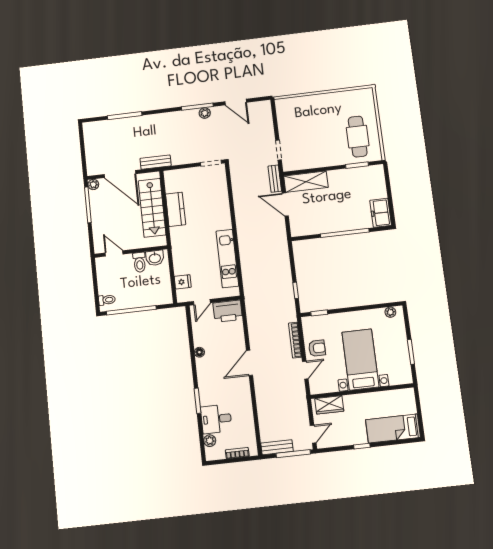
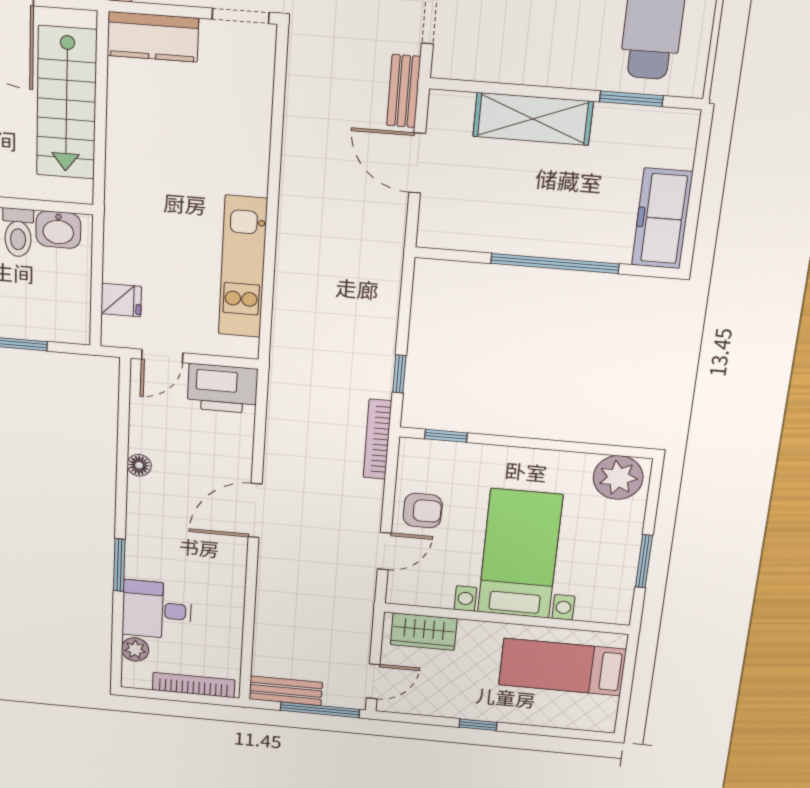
shelving: (306, 182) -> (533, 119), moved
kitchen counter: (176, 209) -> (153, 37), moved, turned 90
freezer: (381, 213) -> (662, 219), width x1.40
plant: (390, 312) -> (618, 478), width x1.87, depth x1.87
bookcase: (295, 340) -> (377, 439), moved
bed: (393, 428) -> (562, 667), moved
bookcase: (237, 453) -> (194, 685), width x1.56

